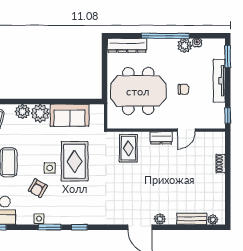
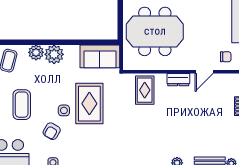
chair: (183, 89) -> (226, 57), moved
sofa: (70, 115) -> (100, 56), moved

